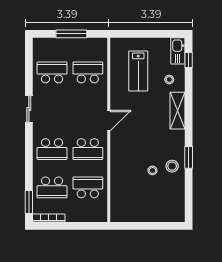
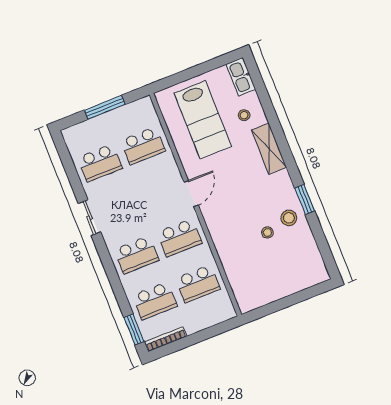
window: (189, 60) -> (258, 83), removed
lab bench: (138, 71) -> (203, 120), width x1.36, depth x1.39
school desk: (52, 72) -> (100, 163), turned 180
school desk: (88, 72) -> (143, 146), turned 180
school desk: (88, 187) -> (198, 284), turned 180

